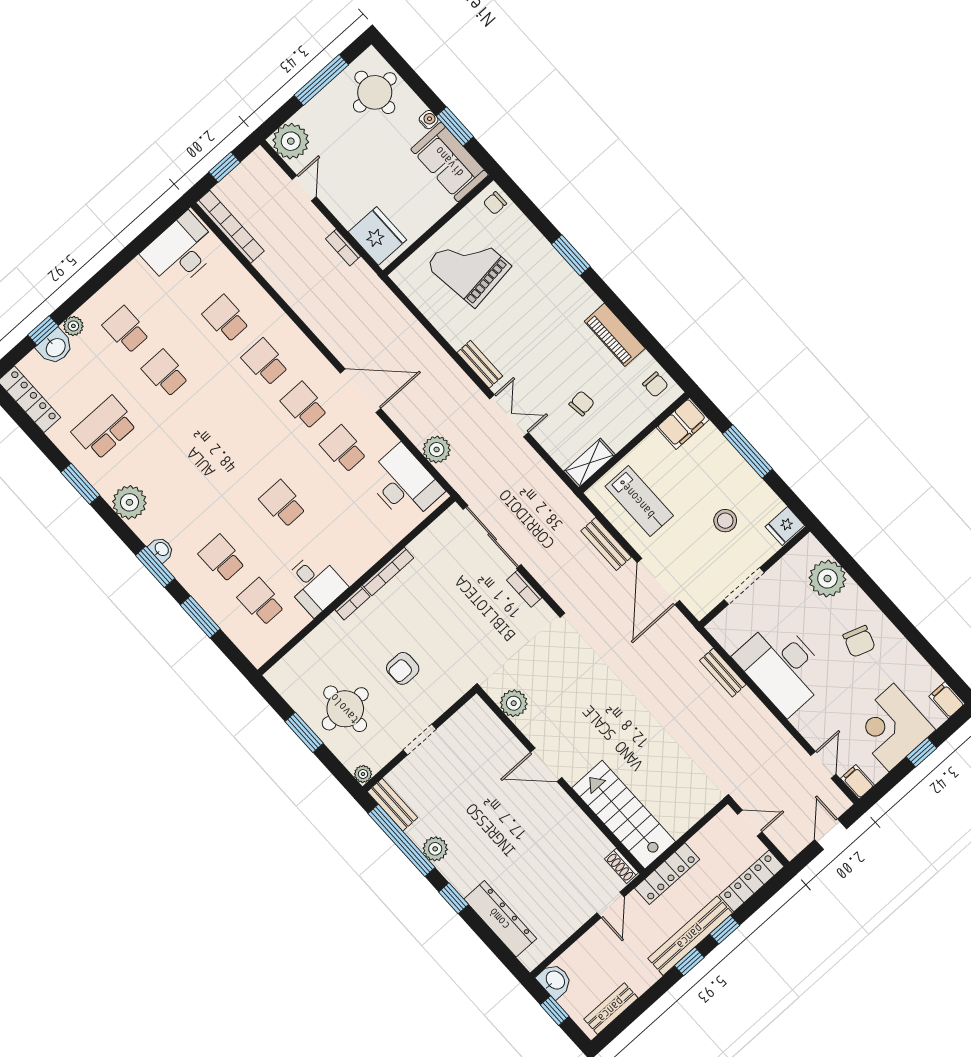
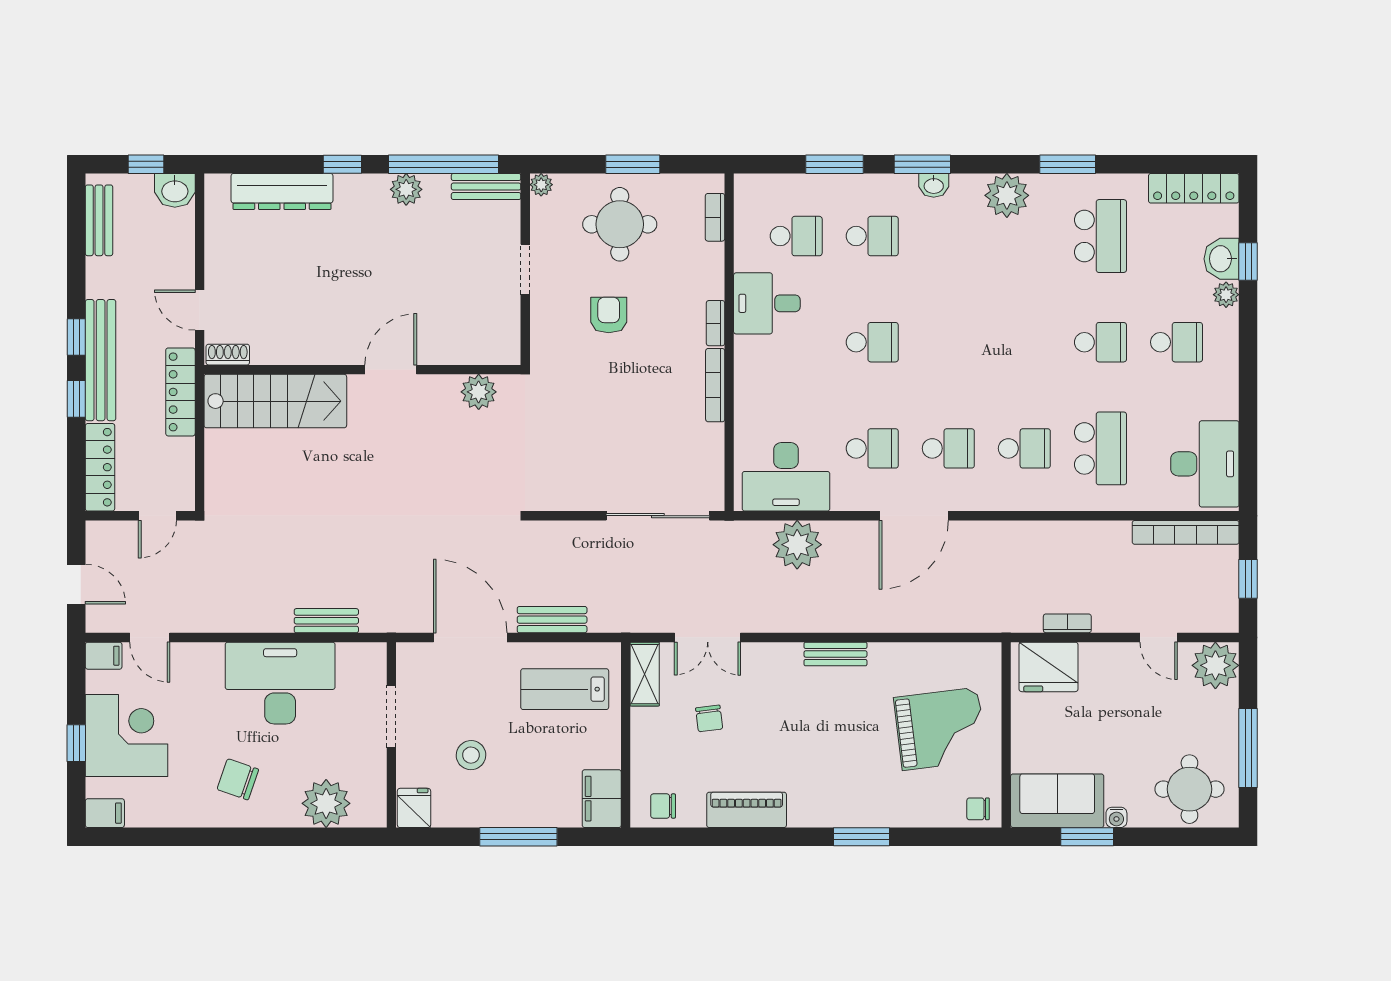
chair: (495, 203) -> (978, 809), turned -90
school desk: (226, 319) -> (1100, 448), width x1.85
double door: (509, 416) -> (708, 637), moved
plant: (437, 450) -> (797, 545), width x1.36, depth x1.36
bookcase: (524, 589) -> (715, 217), moved, turned -90

